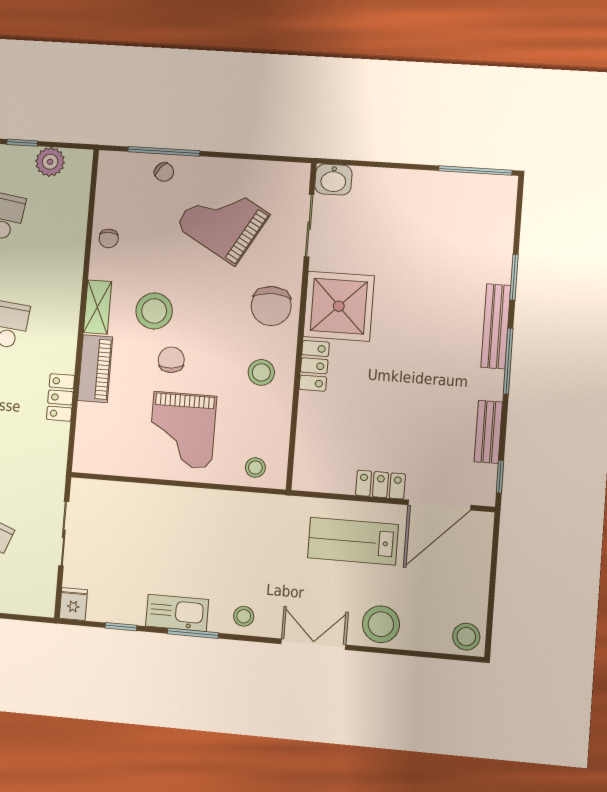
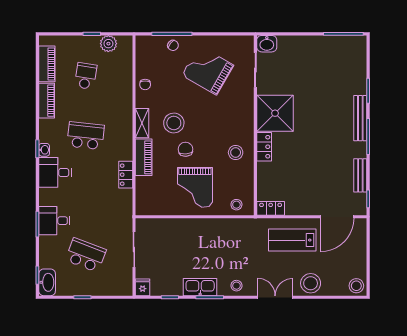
chair: (271, 306) -> (238, 116), removed
locker: (380, 485) -> (271, 208), moved

